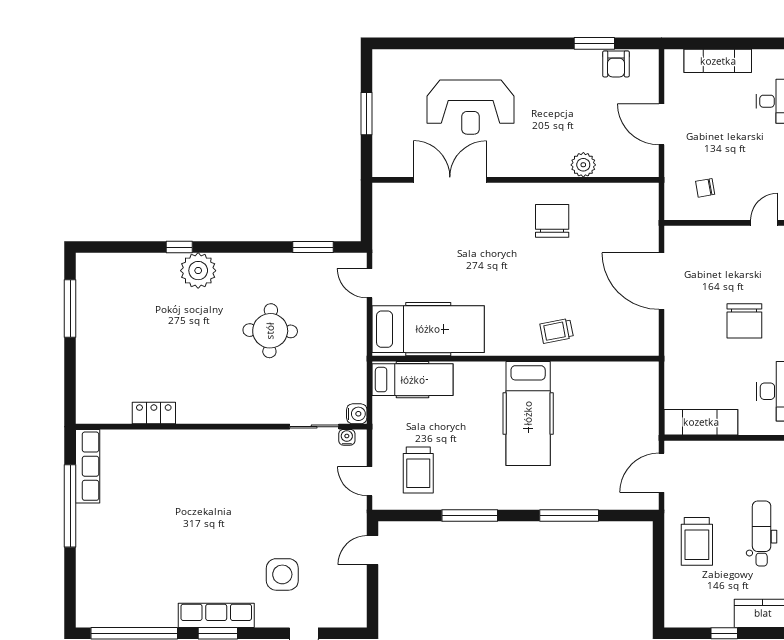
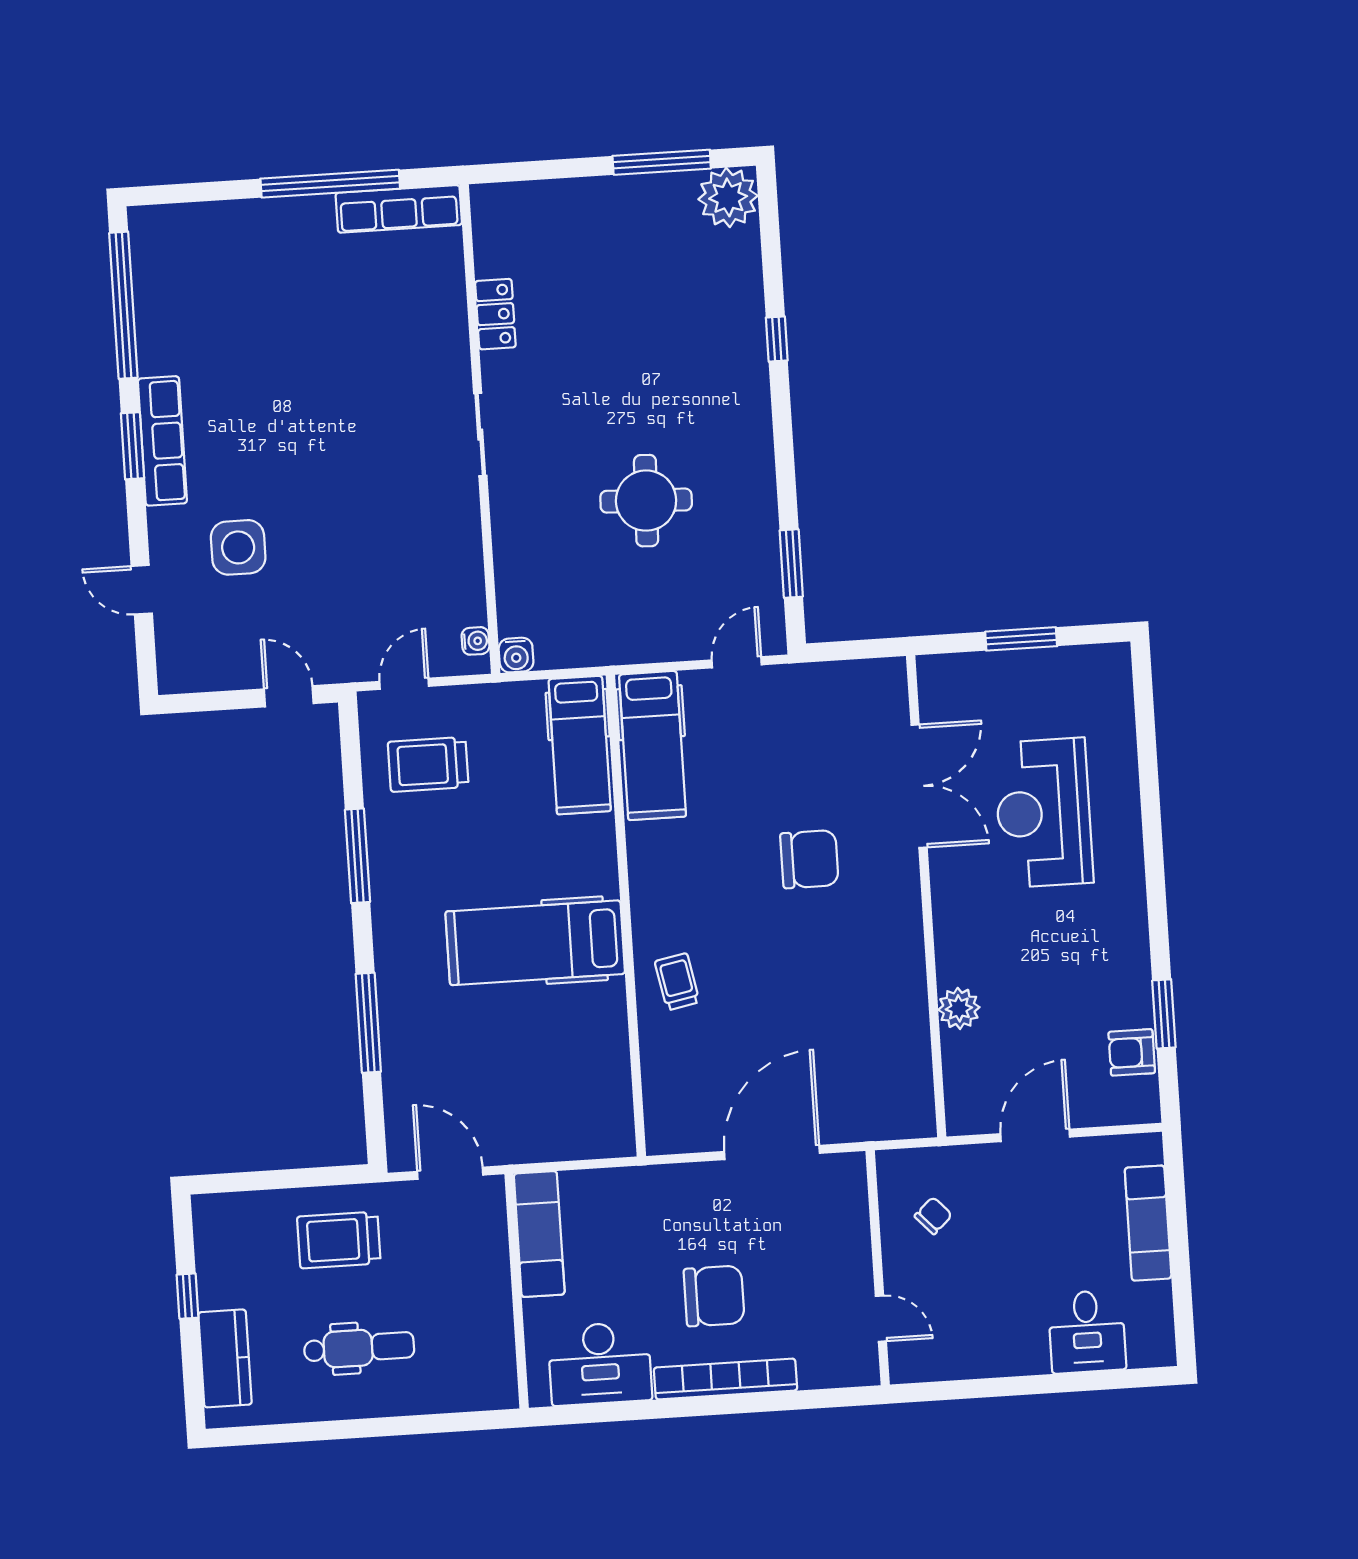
chair: (705, 188) -> (933, 1216), turned 57
chair: (552, 221) -> (809, 859), moved
plant: (198, 271) -> (728, 197), moved
chair: (744, 321) -> (714, 1296), turned 180
hospital bed: (428, 329) -> (652, 745), width x0.73, depth x0.78
sliding door: (314, 427) -> (480, 435), moved

